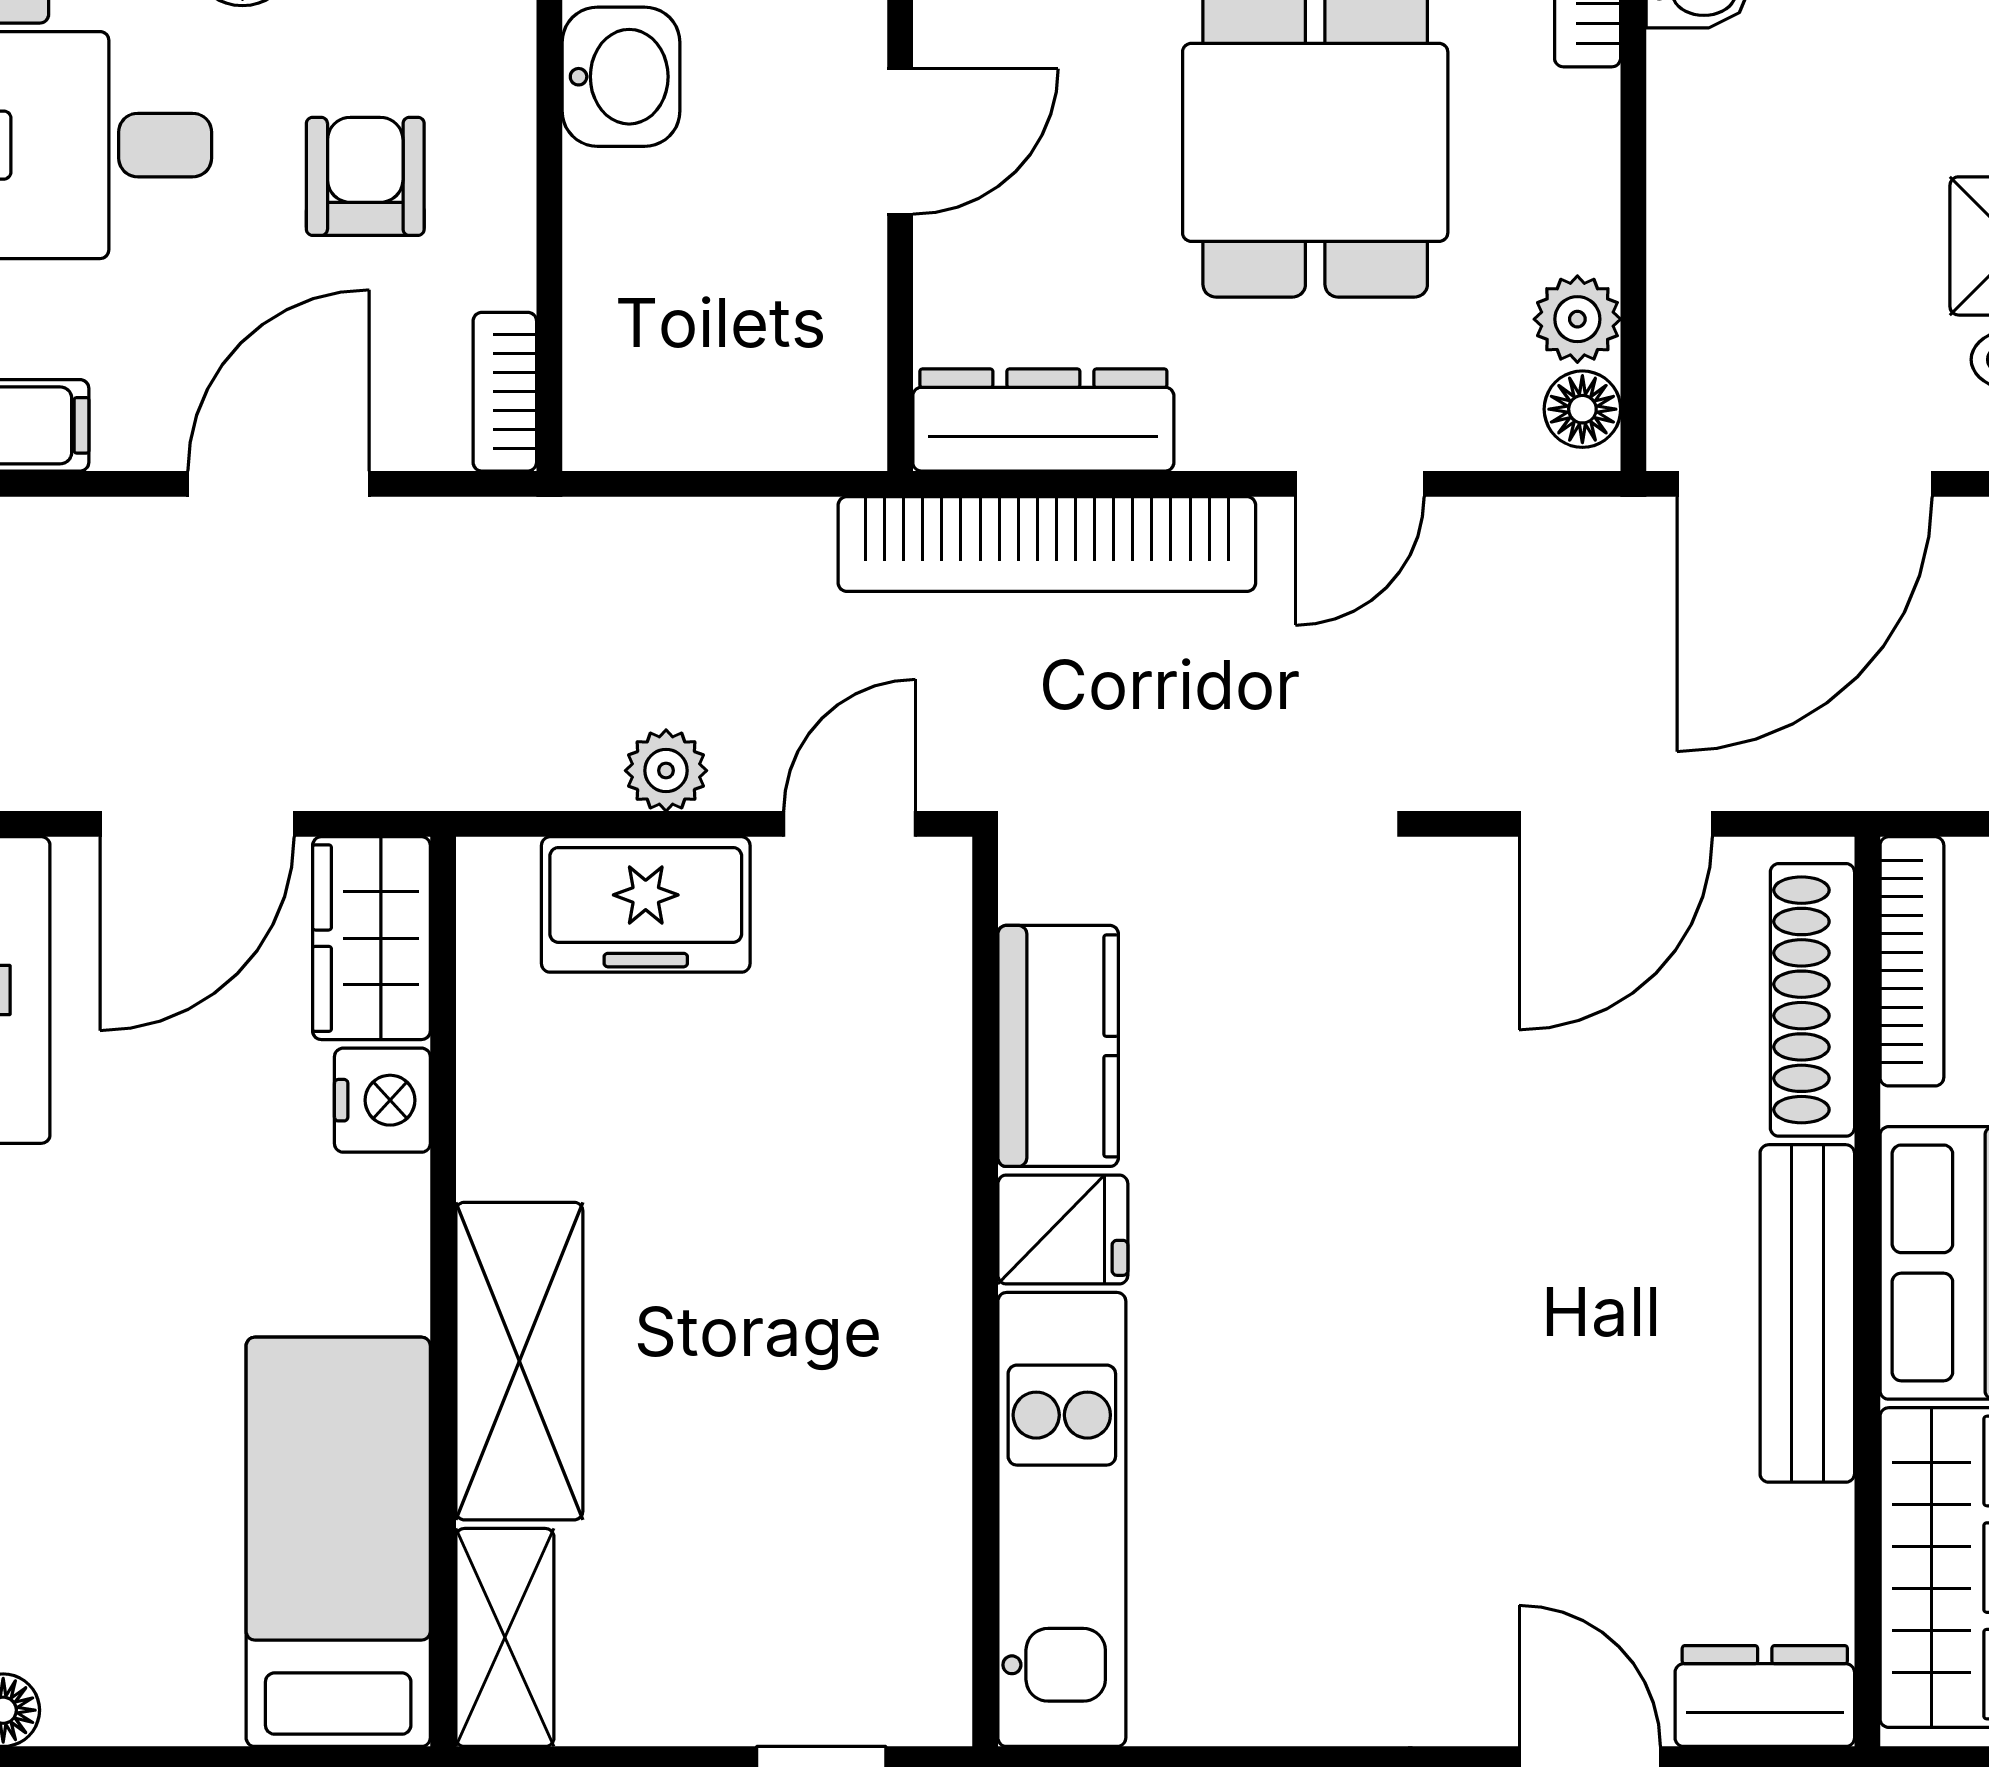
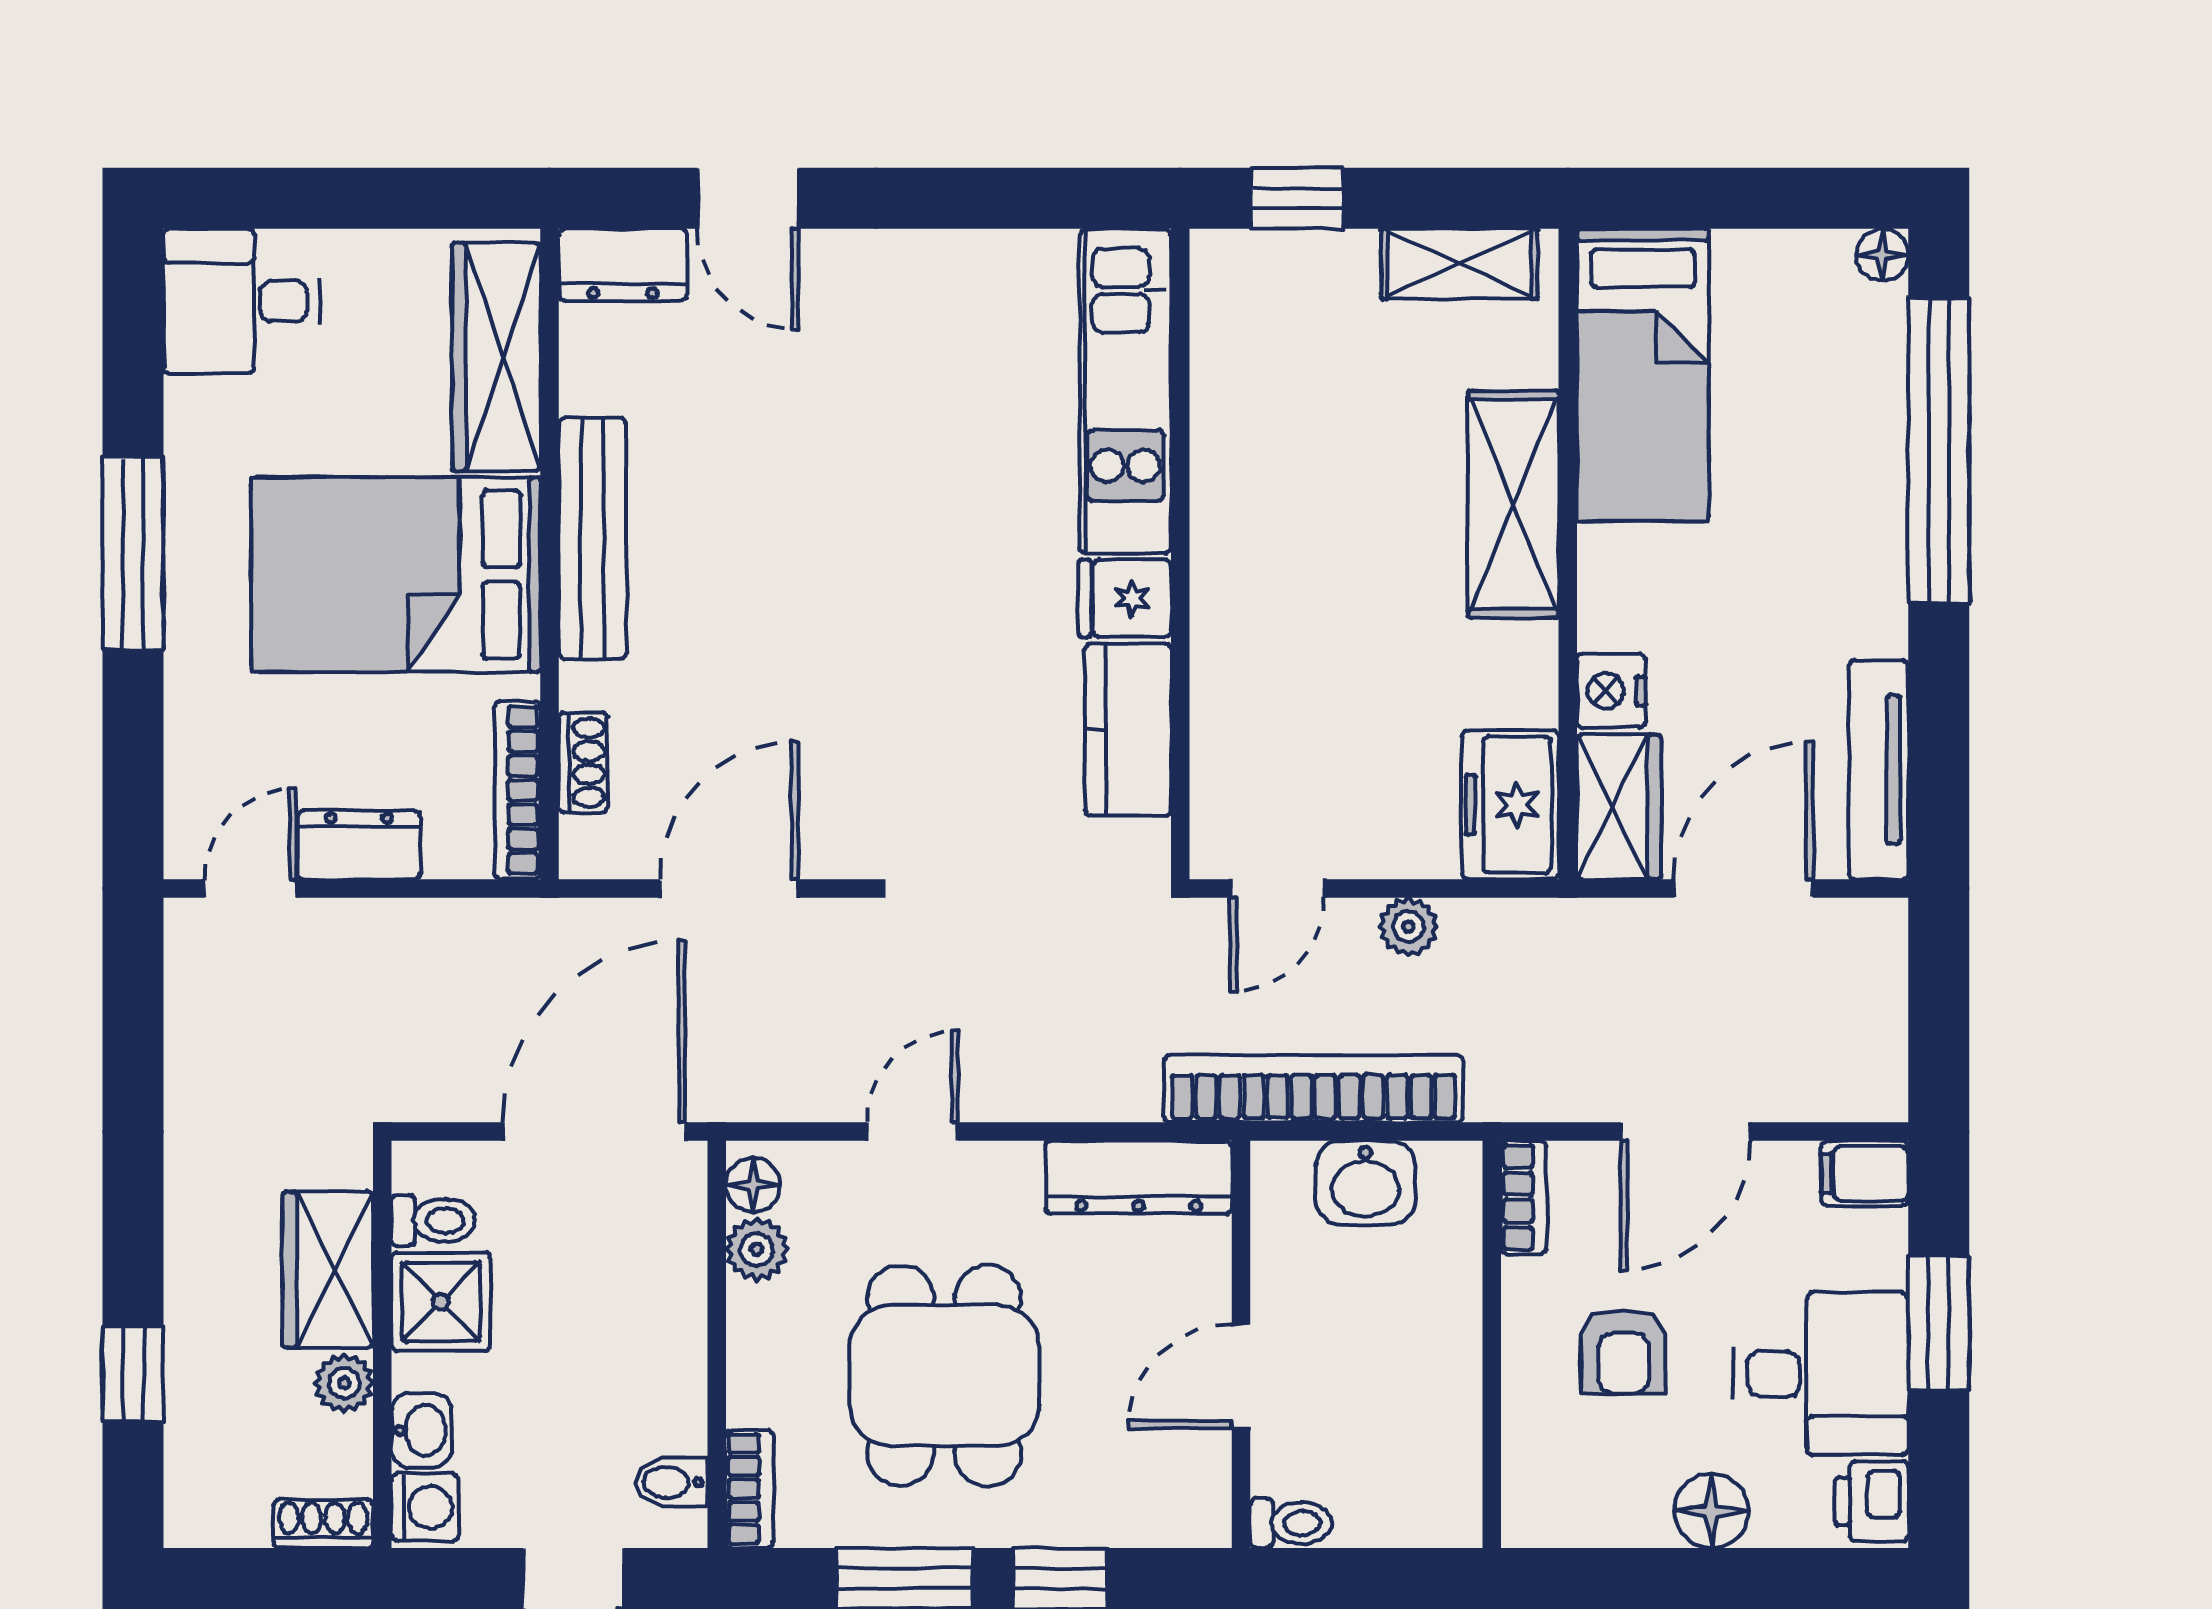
washbasin: (621, 77) -> (1366, 1183), moved, turned -90
bookcase: (1047, 544) -> (1314, 1089), moved
freezer: (646, 904) -> (1510, 805), moved, turned -90
shoe rack: (1812, 1000) -> (583, 763), width x0.51, depth x0.81
shelving: (505, 1637) -> (1459, 264), moved, turned 90

